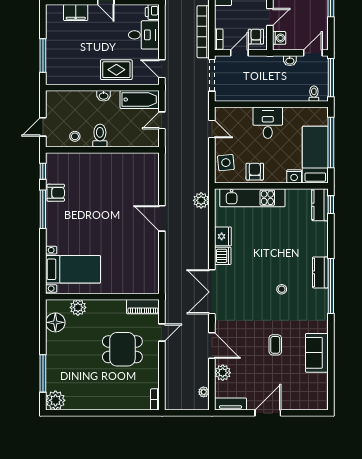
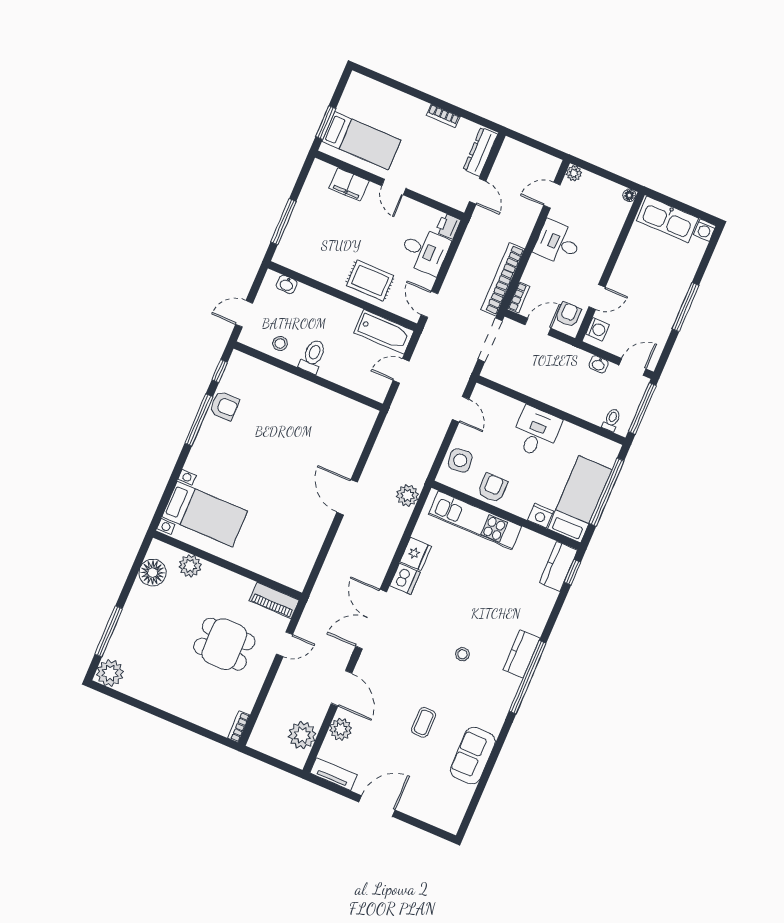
washbasin: (104, 96) -> (287, 284), moved
plant: (204, 392) -> (302, 735), width x1.88, depth x1.88

